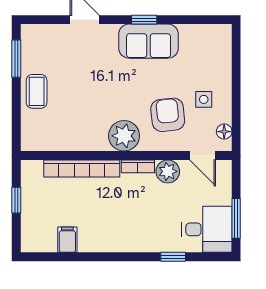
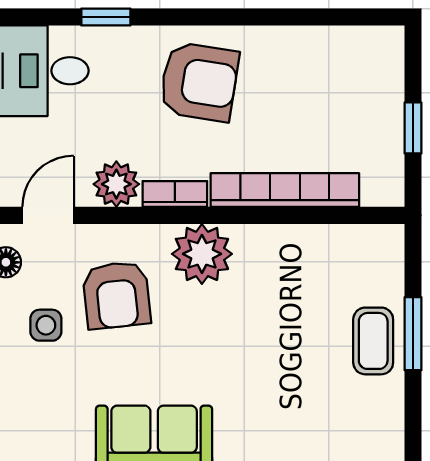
window: (16, 59) -> (413, 334), moved
door: (203, 155) -> (48, 215), hinge flipped
armchair: (126, 224) -> (199, 82), added
filing cabinet: (67, 240) -> (313, 50), removed

